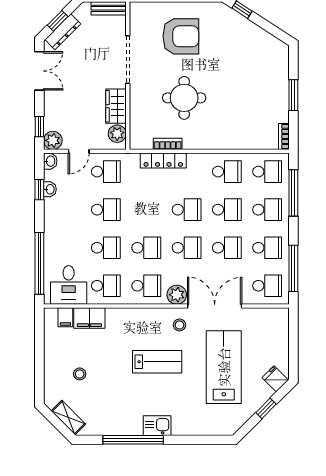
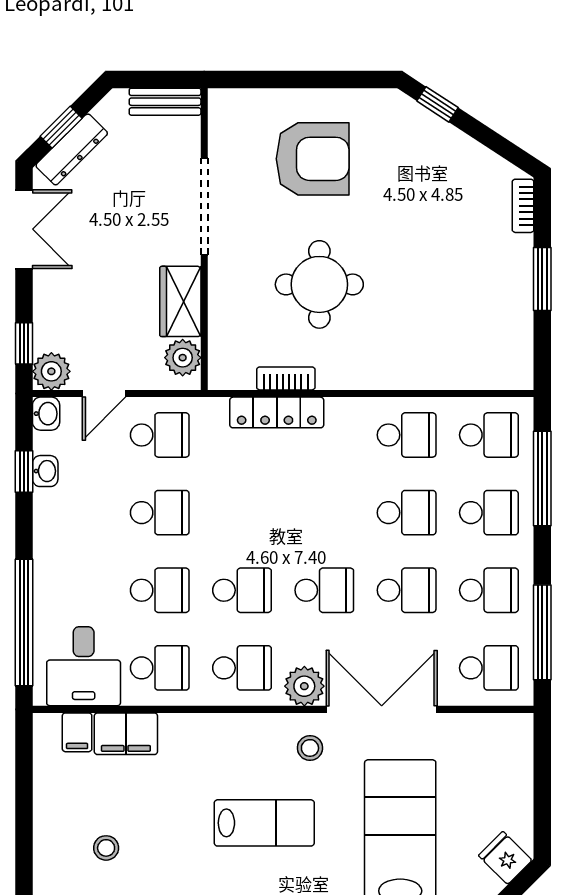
bookcase: (284, 136) -> (523, 206), moved
school desk: (187, 210) -> (324, 513), removed

